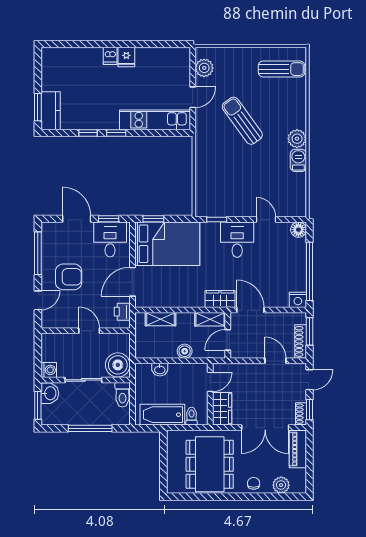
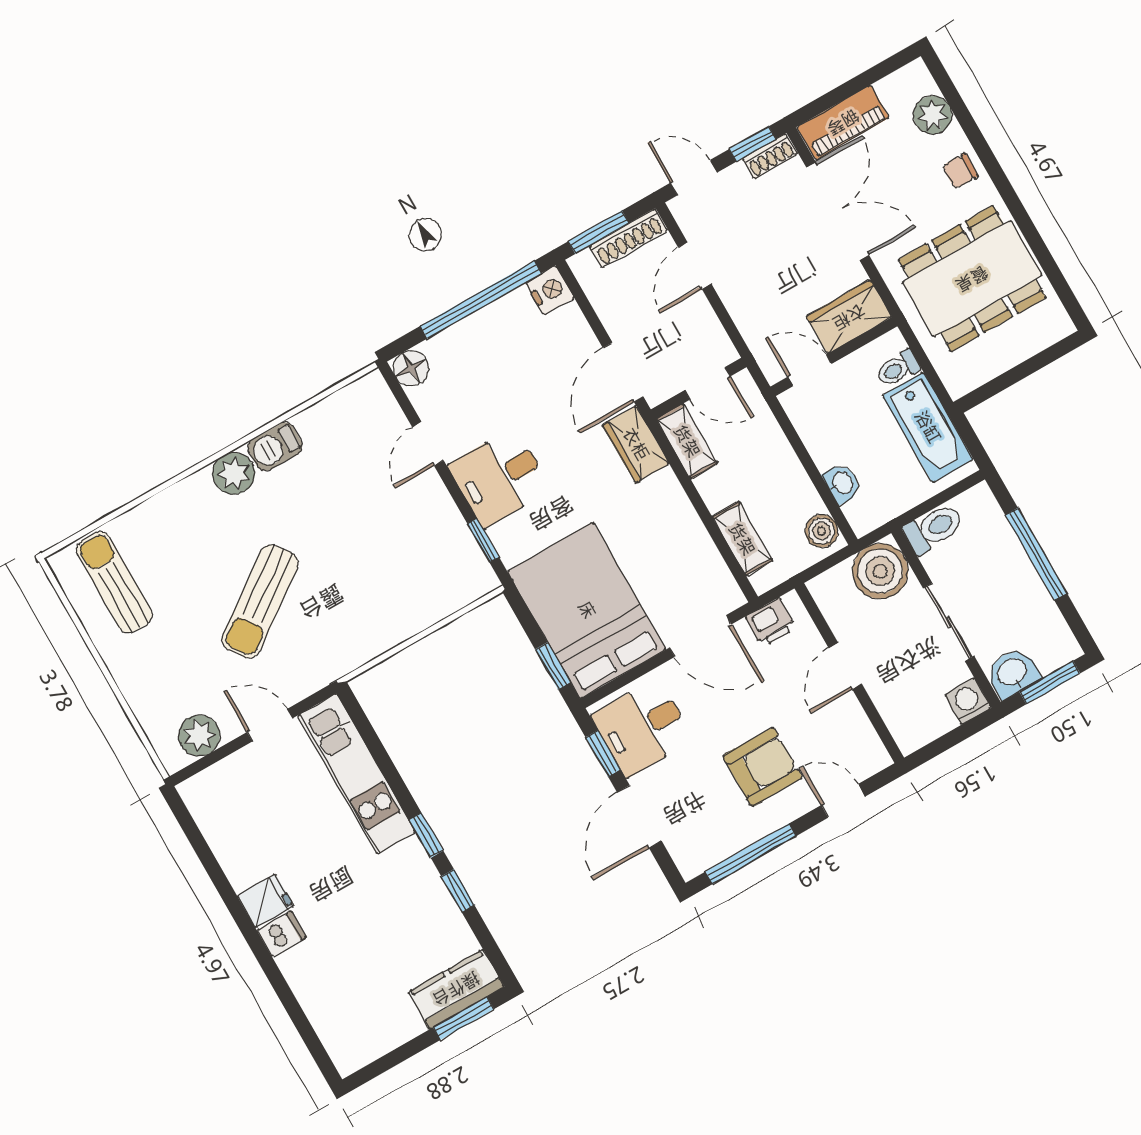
armchair: (69, 277) -> (762, 767), turned 90
boiler: (185, 351) -> (822, 531), moved

